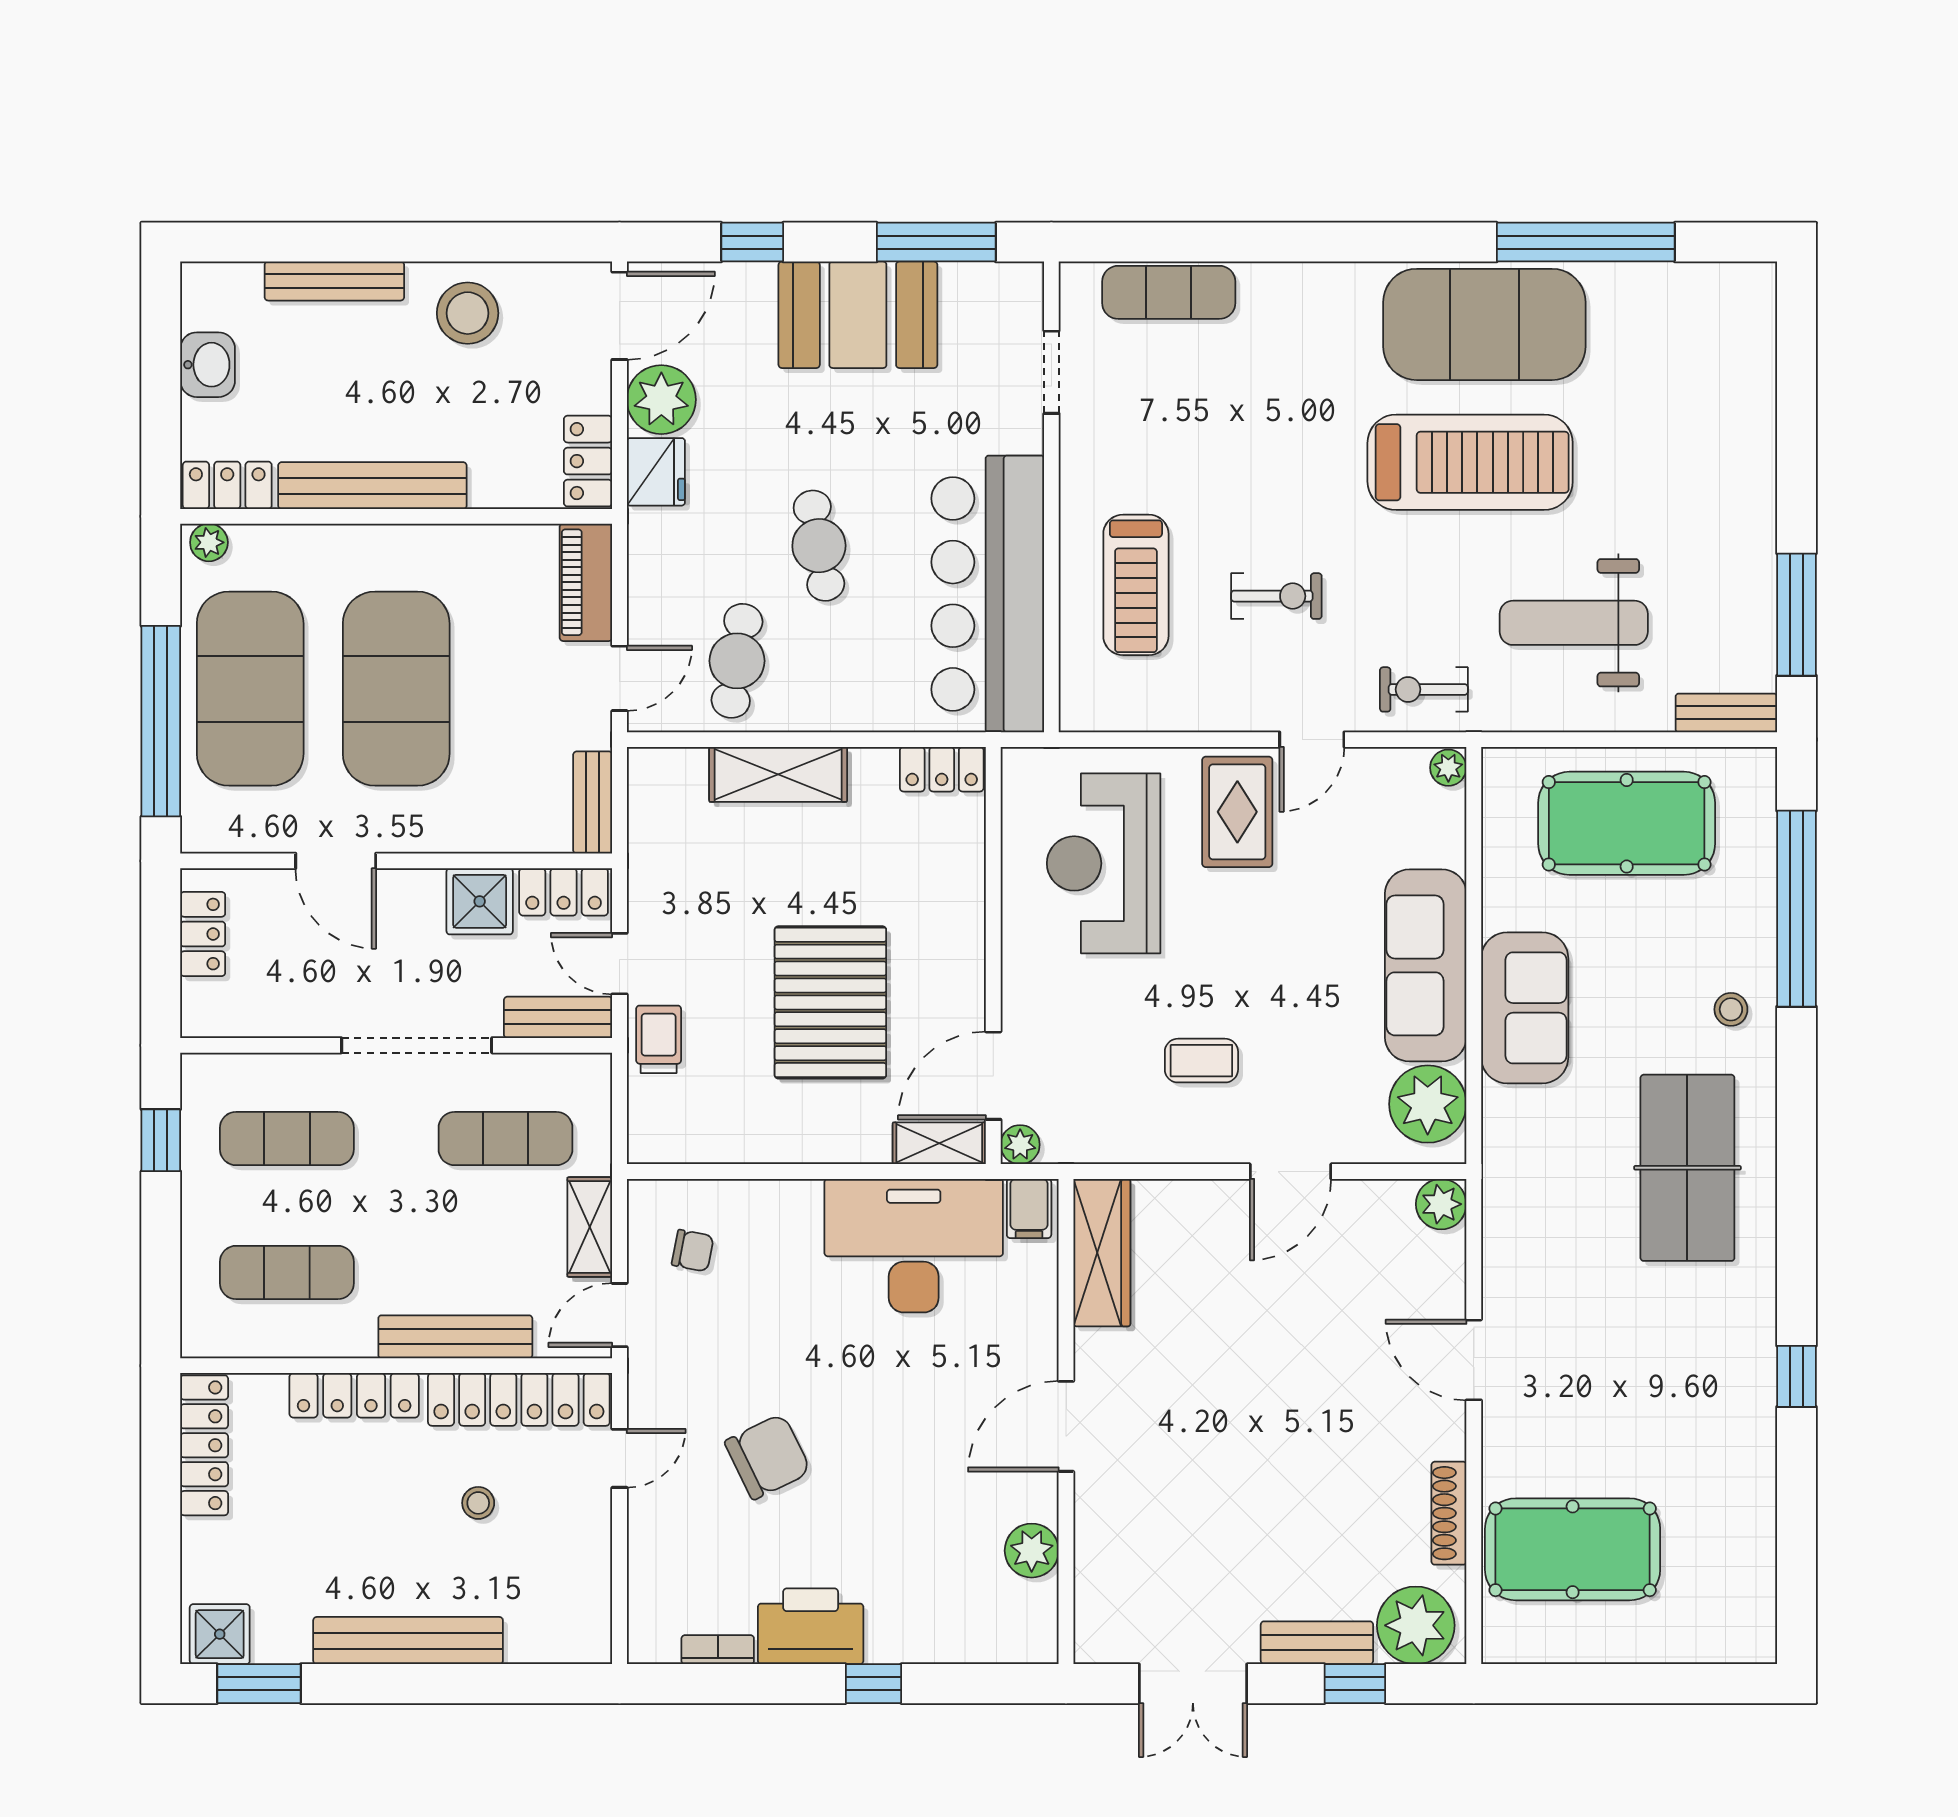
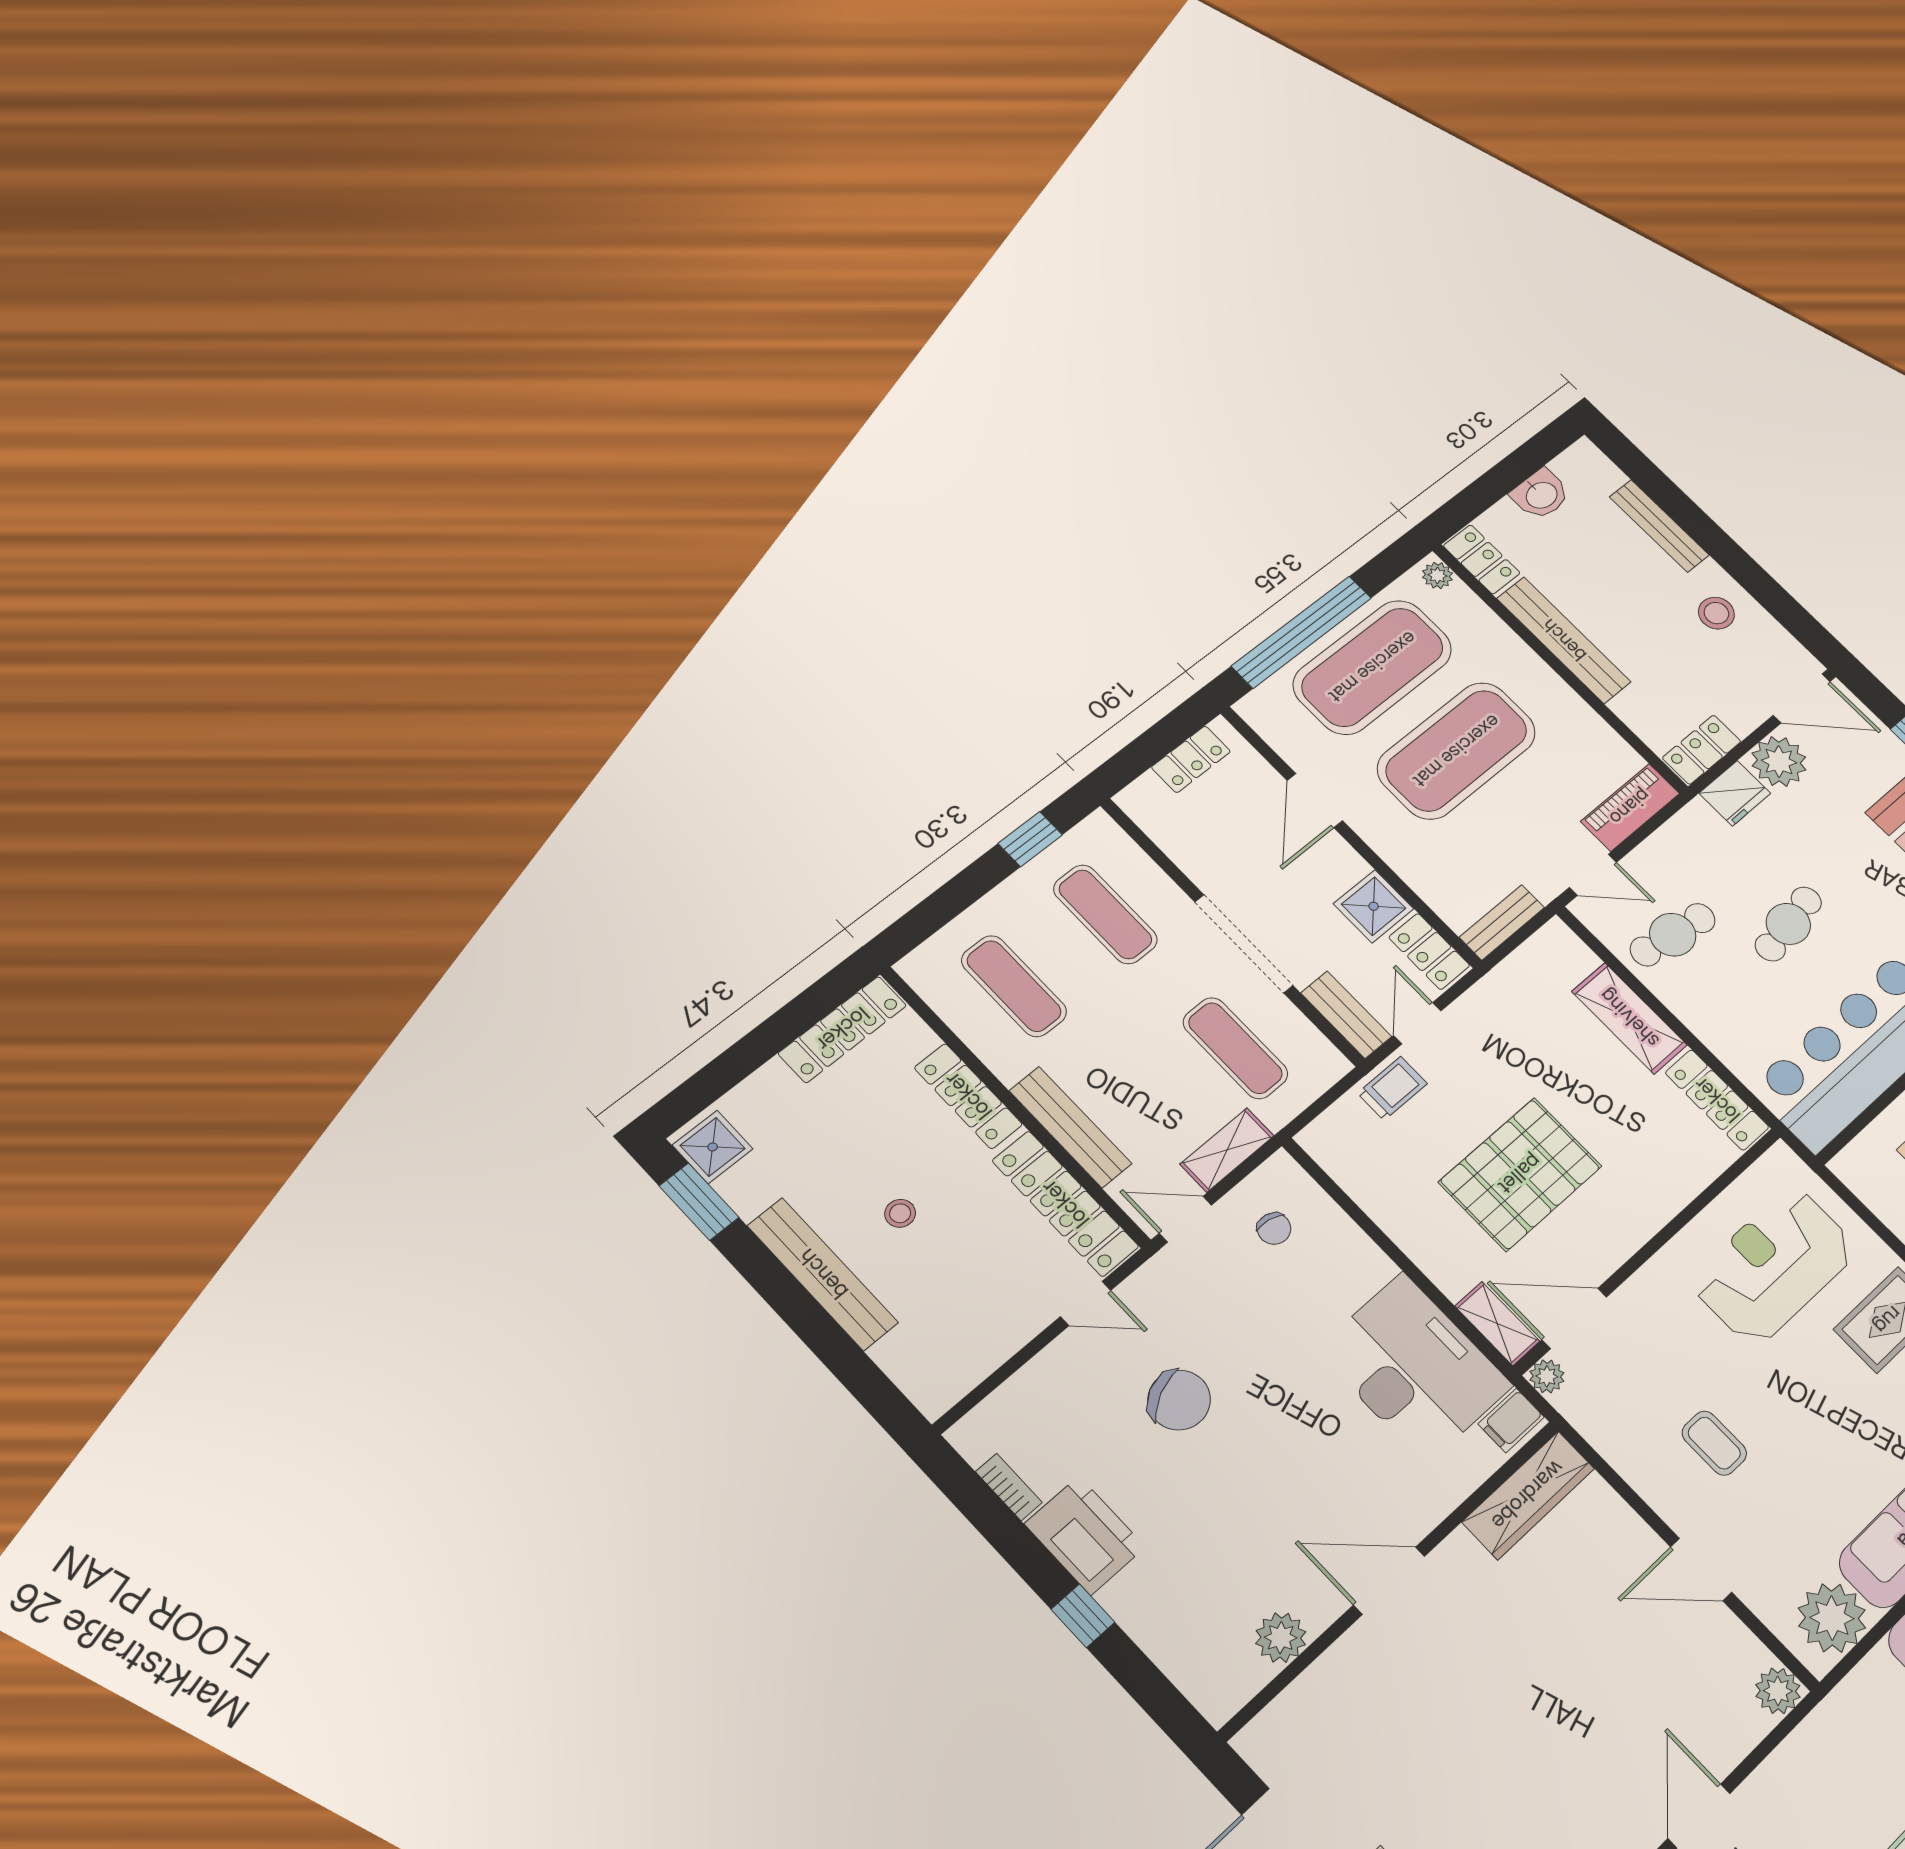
stool: (468, 313) -> (1716, 613), width x0.73, depth x0.73
locker: (942, 769) -> (1717, 1100), width x1.53
stool: (478, 1503) -> (900, 1213), moved

